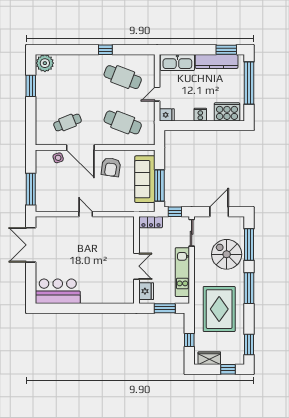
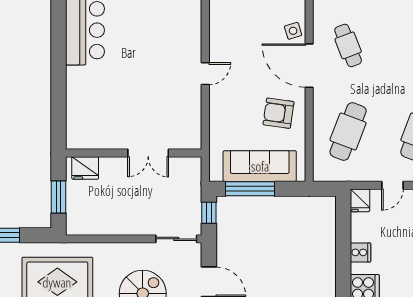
door: (157, 94) -> (392, 185), swing flipped
door: (80, 147) -> (309, 66), hinge flipped
locker: (151, 222) -> (193, 176), removed
double door: (136, 266) -> (148, 153), moved
kitchen unit: (182, 272) -> (115, 224), removed

